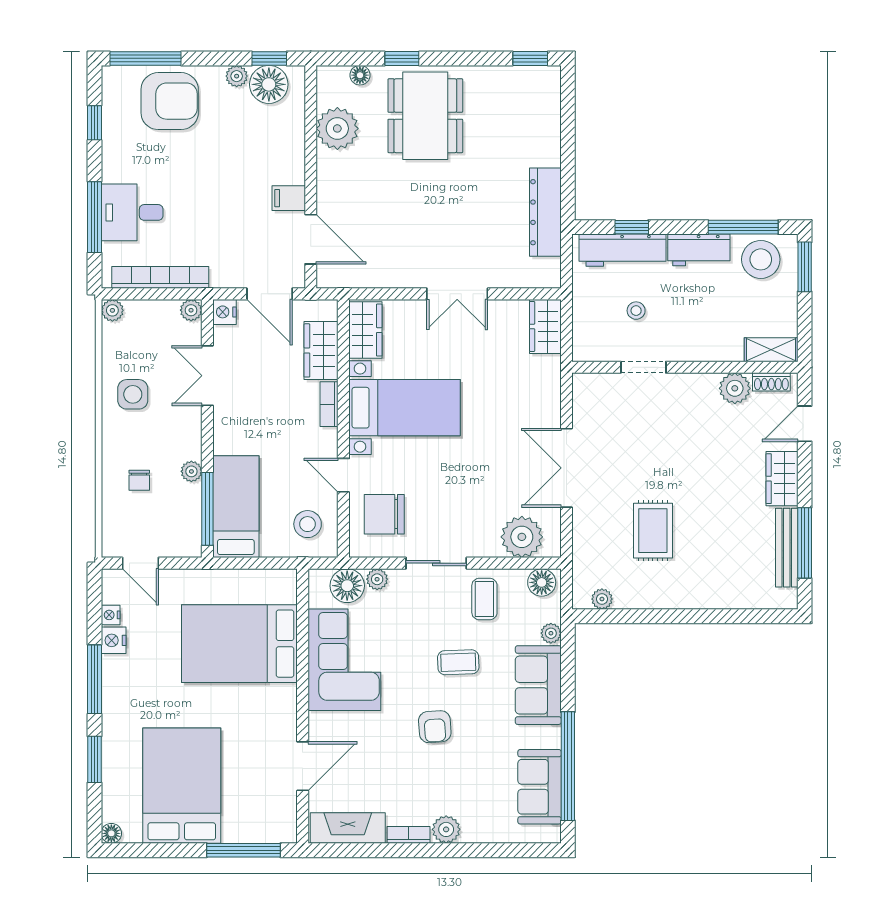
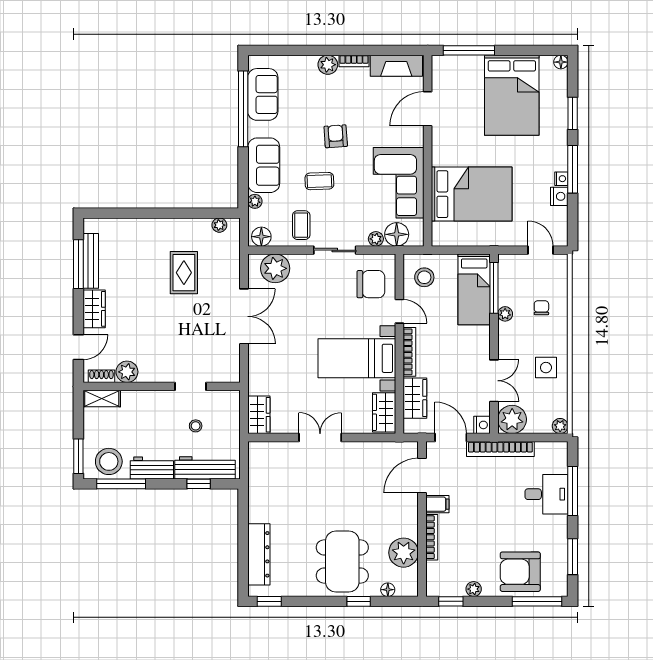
floor lamp: (269, 84) -> (451, 583), removed
window: (94, 123) -> (573, 557), width x1.50
bookcase: (297, 151) -> (432, 537), added
dresser: (545, 212) -> (259, 554), moved
door: (311, 239) -> (422, 476), hinge flipped
bookcase: (160, 277) -> (500, 449), moved
plant: (191, 310) -> (512, 419), width x1.88, depth x1.88
bookcase: (329, 404) -> (409, 352), width x1.56
nightstand: (111, 615) -> (561, 179), moved

